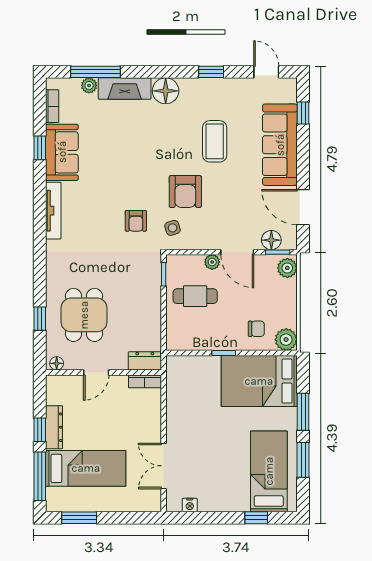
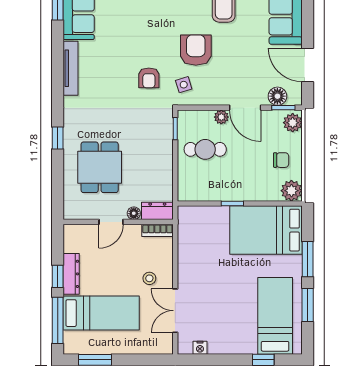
armchair: (185, 191) -> (196, 50), turned 180
window: (40, 319) -> (58, 138), moved
chair: (256, 329) -> (281, 160), moved
floor lamp: (57, 363) -> (134, 213), moved
stool: (136, 432) -> (149, 278), added

